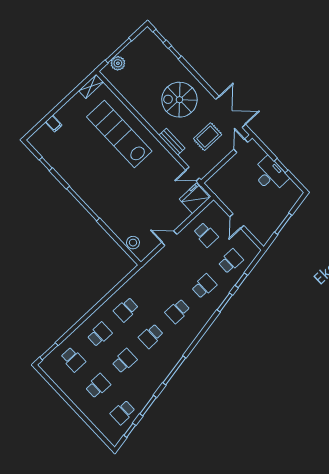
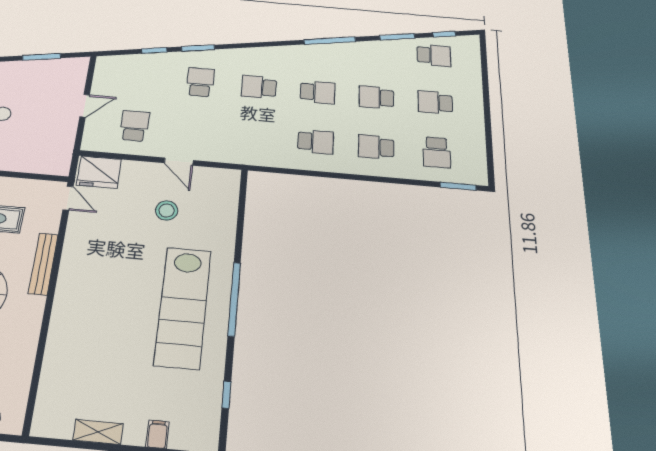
shelving: (91, 86) -> (98, 432), moved
lab bench: (119, 134) -> (183, 307), moved
bench: (172, 142) -> (43, 264), width x1.36
stool: (133, 243) -> (167, 210), moved
school desk: (231, 261) -> (142, 77), removed
school desk: (204, 286) -> (200, 82), turned 90
school desk: (178, 311) -> (259, 87), turned 180
school desk: (73, 359) -> (437, 152), turned 180

